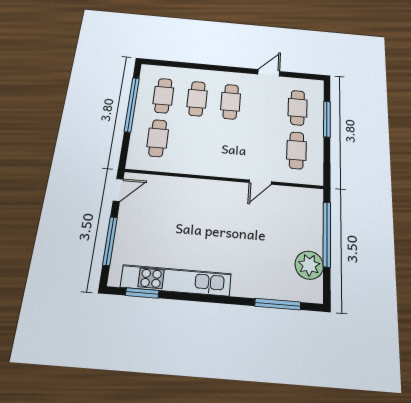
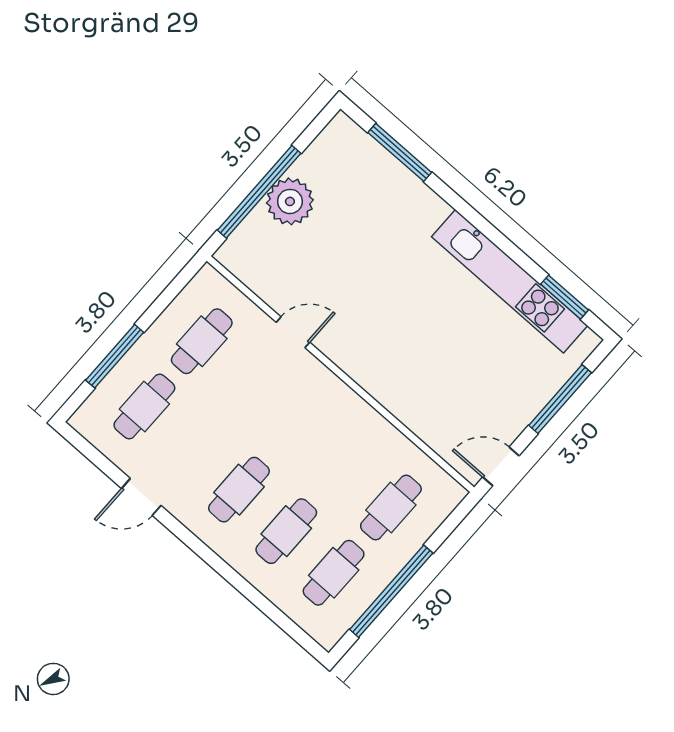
plant: (309, 265) -> (290, 201), moved

